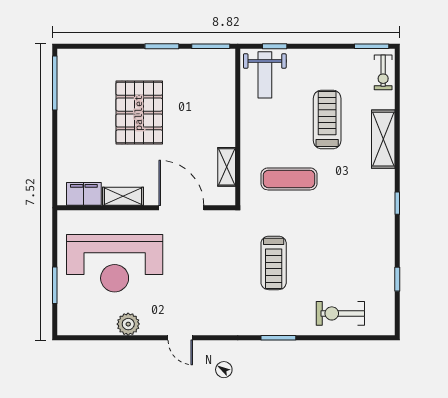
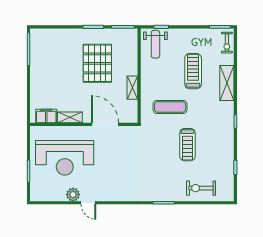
pallet: (139, 113) -> (97, 63), moved
shelving: (227, 167) -> (132, 88), moved
treadmill: (274, 263) -> (187, 145), moved
door: (180, 338) -> (88, 203), moved

